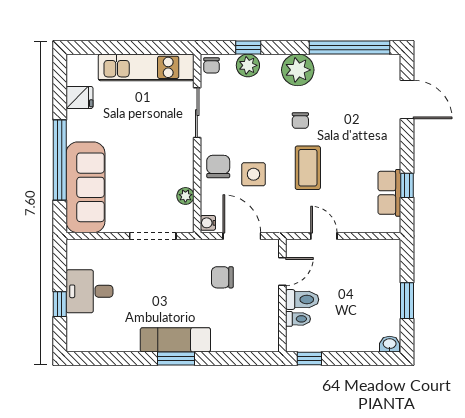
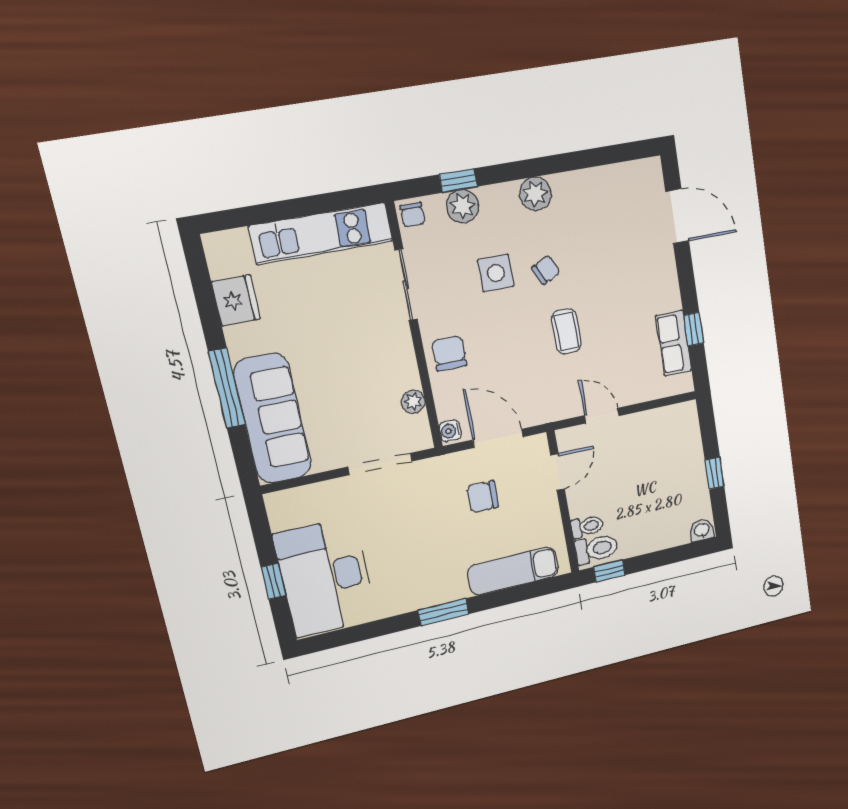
window: (349, 47) -> (593, 158), removed
plant: (298, 70) -> (535, 194), width x0.73, depth x0.73
fridge: (80, 97) -> (236, 300), width x1.38
chair: (300, 121) -> (546, 270), turned -116
window: (60, 160) -> (227, 388), width x0.68
coffee table: (308, 168) -> (567, 331), width x0.73, depth x0.77
side table: (253, 174) -> (496, 273), moved
desk: (89, 291) -> (325, 577), width x1.87, depth x1.30
toilet: (302, 300) -> (596, 549), moved
window: (407, 301) -> (714, 473), width x0.67
exam couch: (175, 340) -> (513, 571), moved

